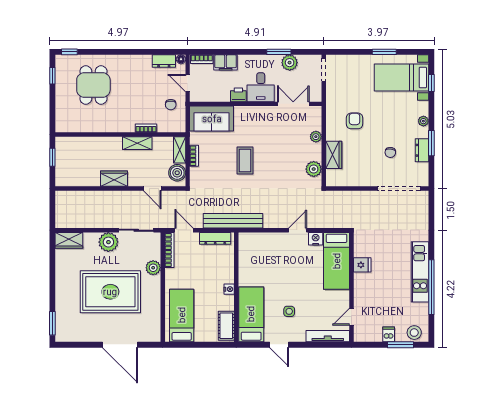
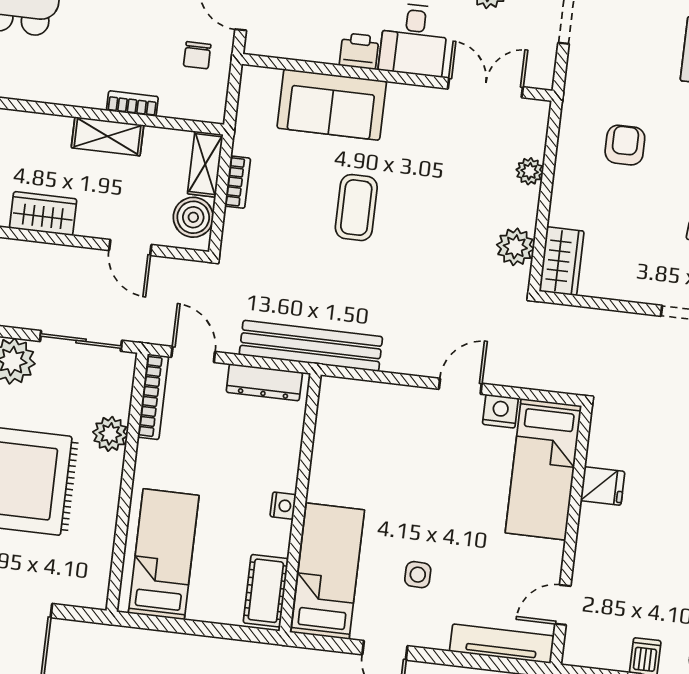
sofa: (212, 119) -> (332, 105), moved
wardrobe: (334, 155) -> (562, 261), moved

